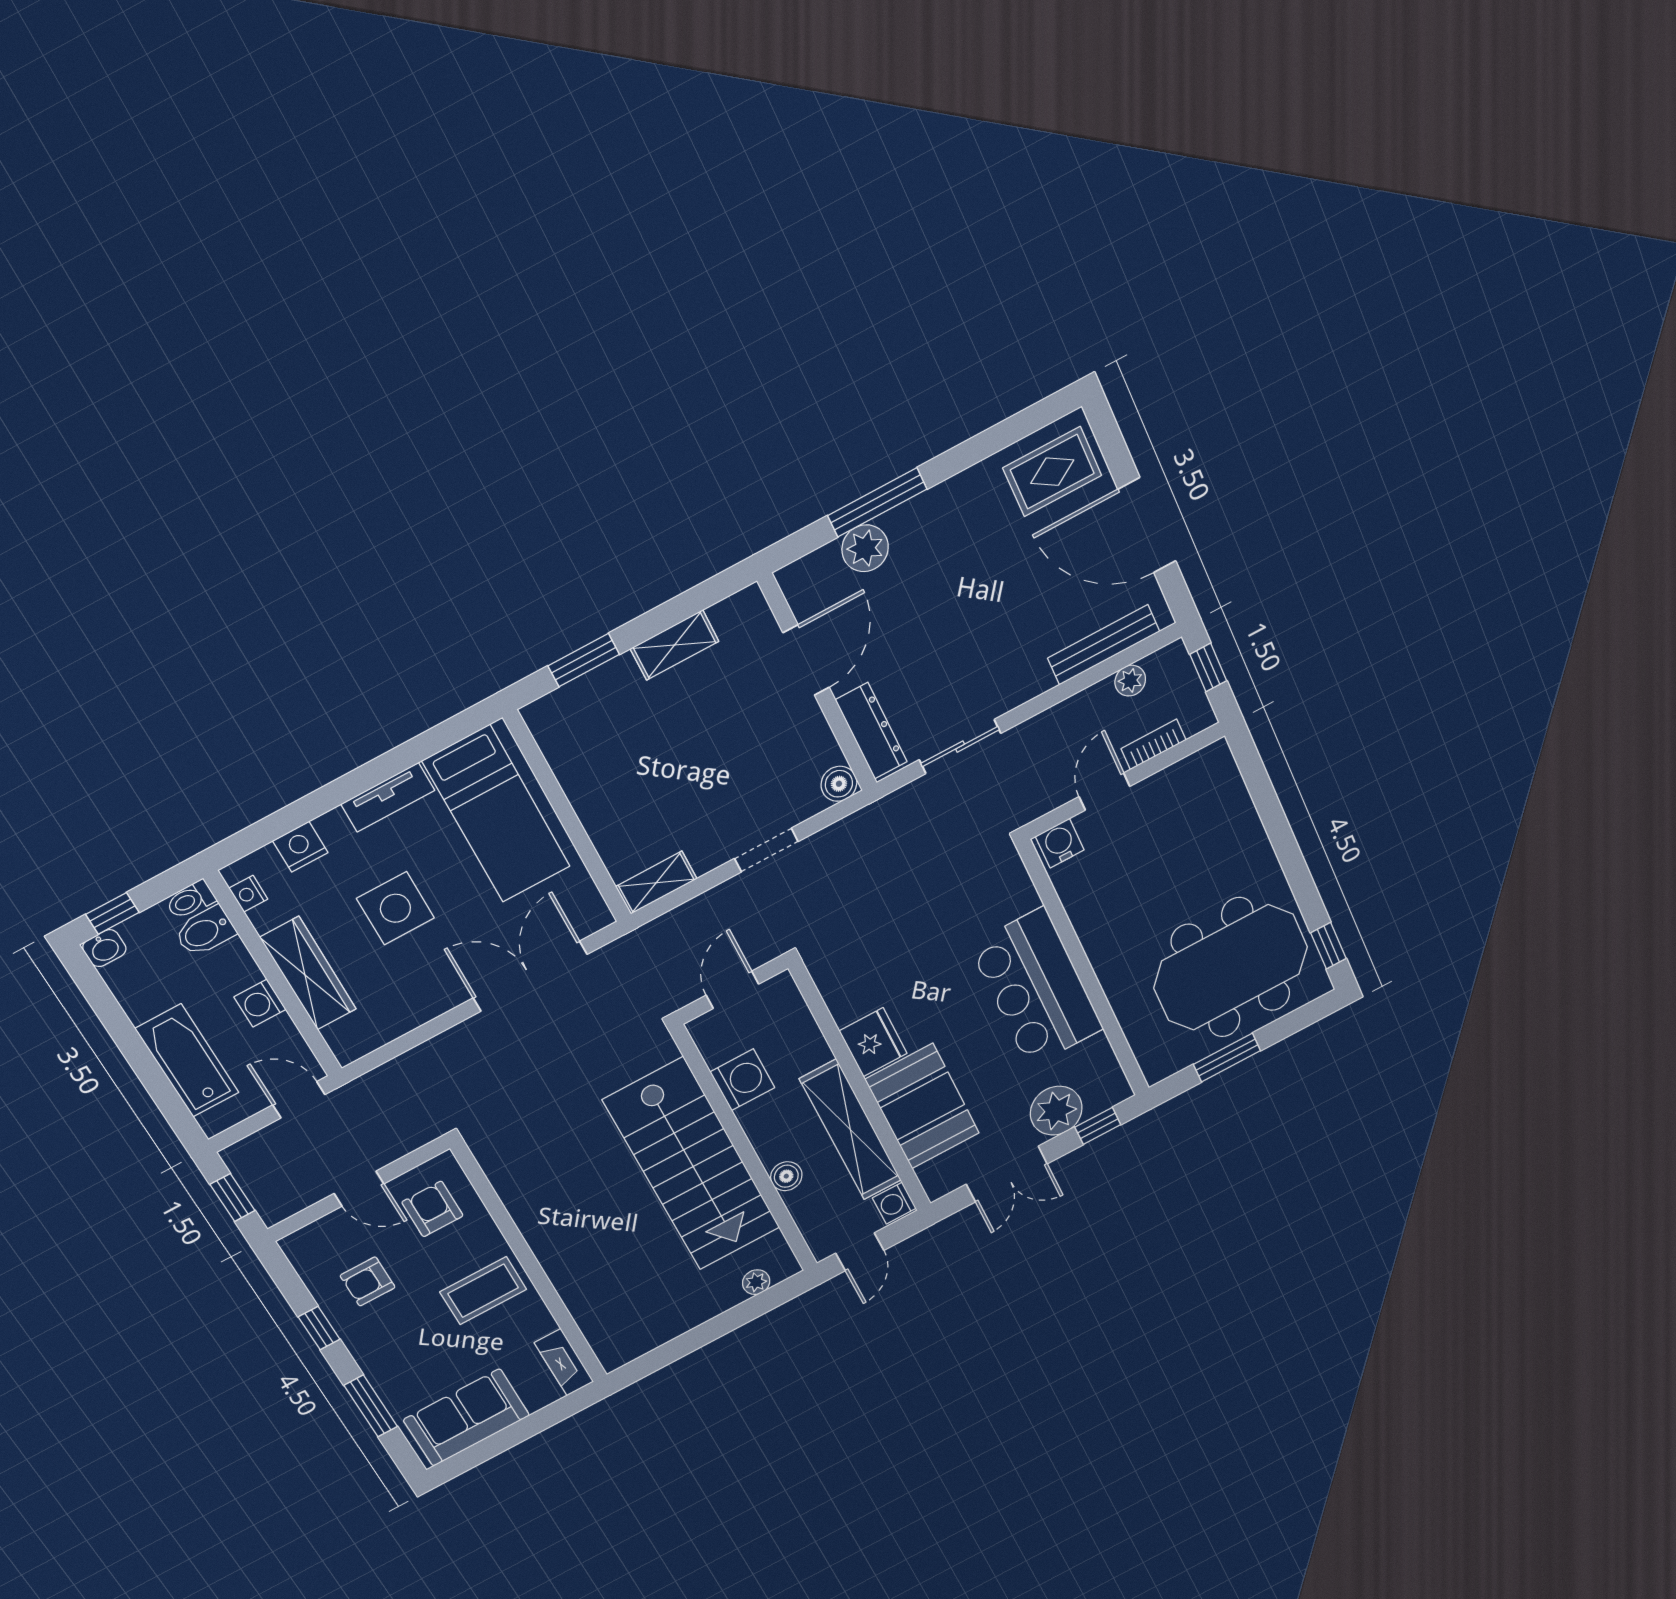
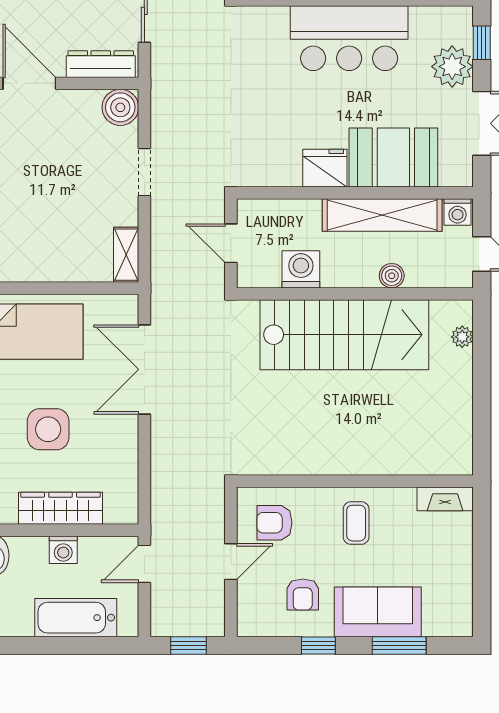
boiler: (839, 784) -> (120, 107), width x1.36, depth x1.36
coffee table: (483, 1291) -> (356, 523), width x0.73, depth x0.77
sofa: (466, 1418) -> (378, 612), moved, turned 90

